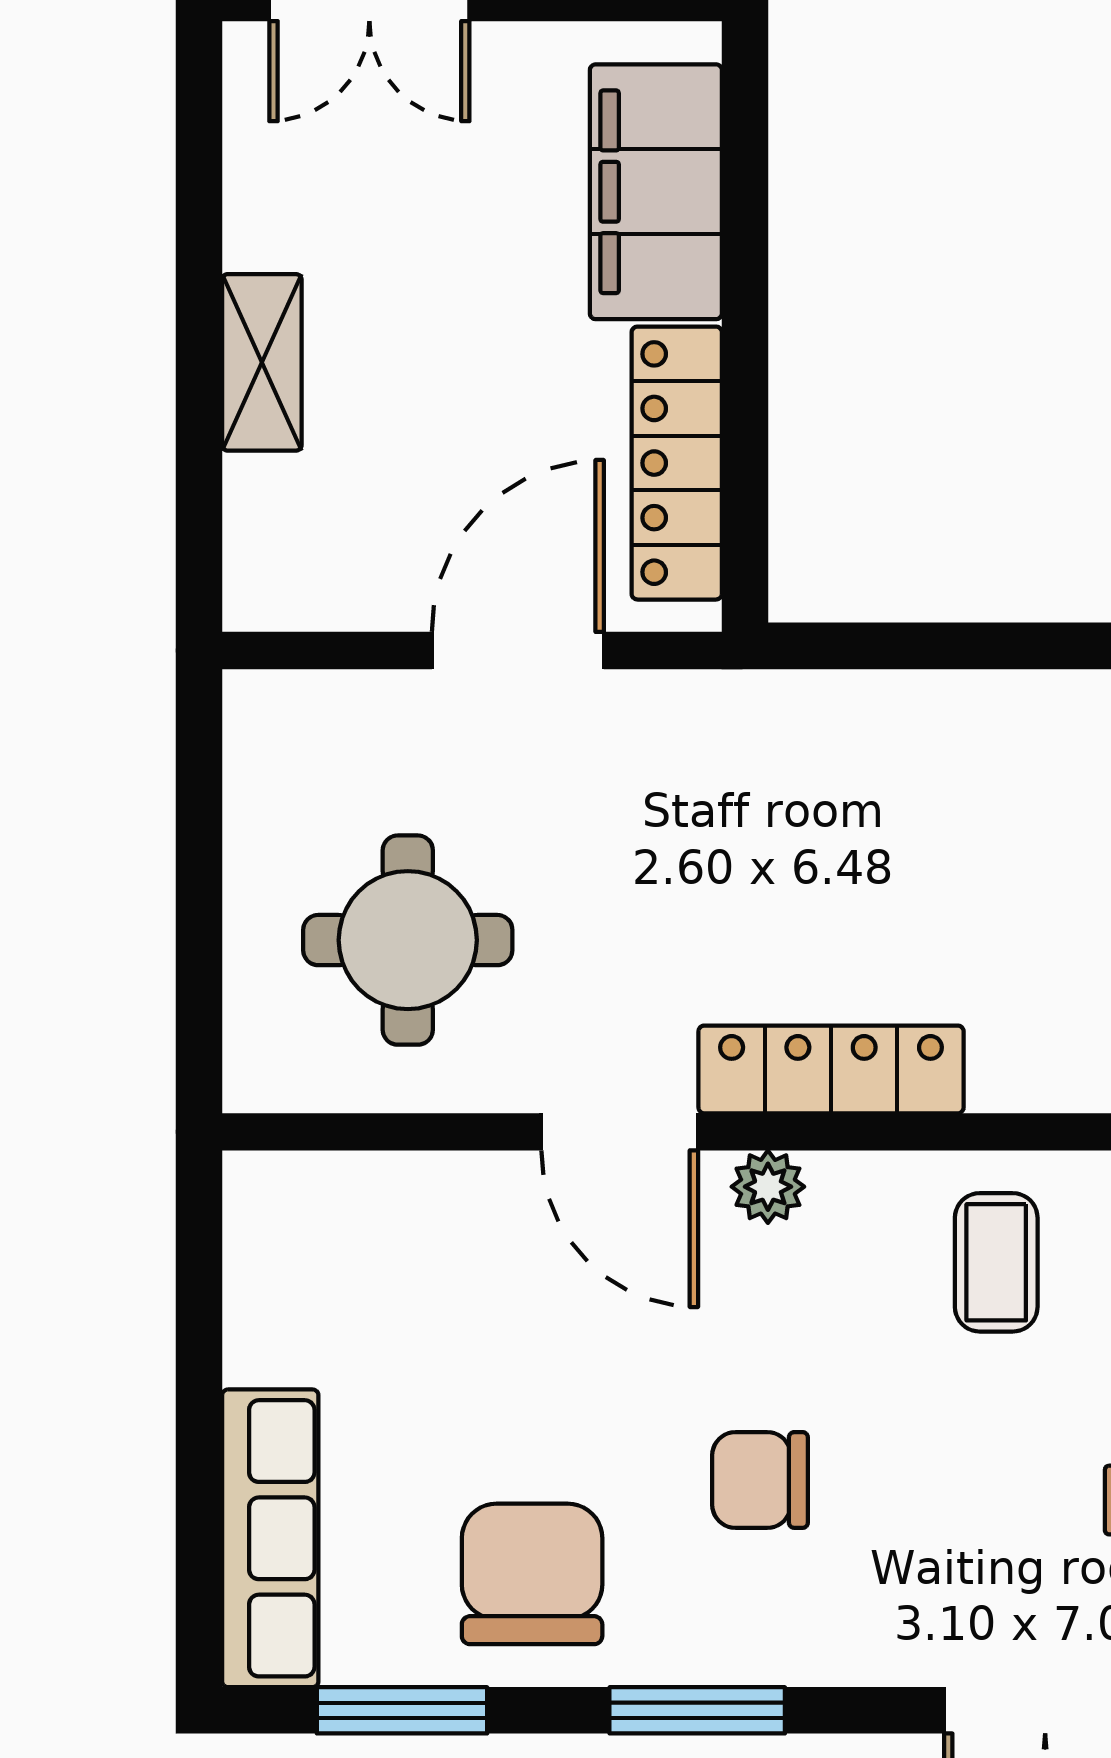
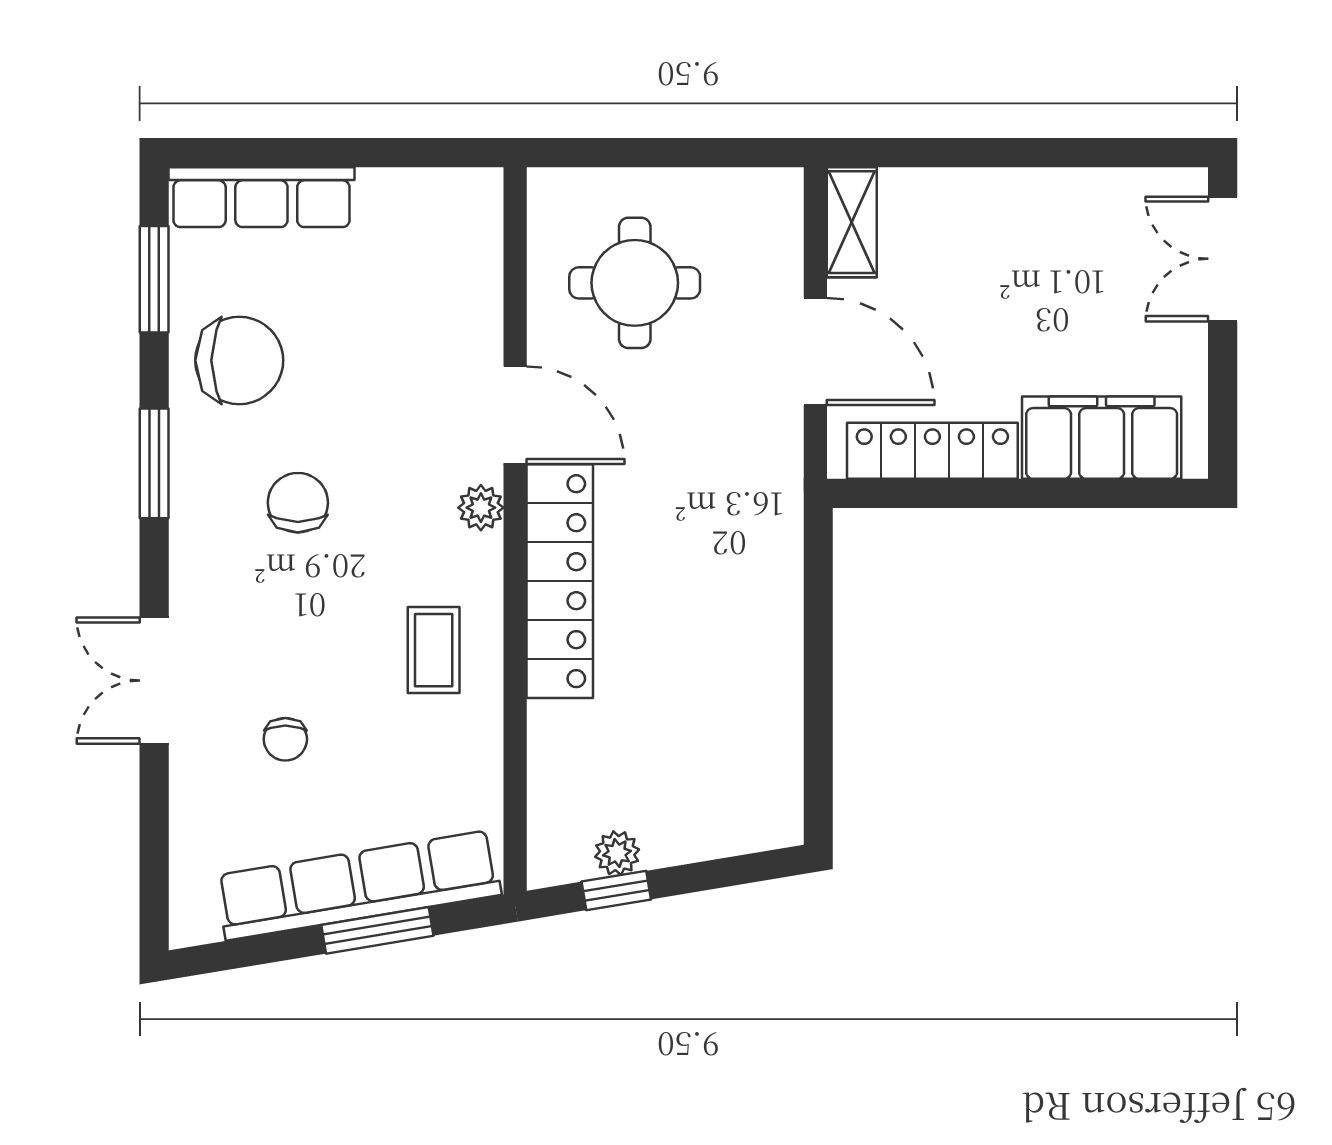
shelving: (262, 362) -> (852, 222), moved, turned 90
locker: (831, 1069) -> (560, 581), width x1.41, depth x1.21
door: (620, 1132) -> (515, 415), swing flipped
coffee table: (996, 1262) -> (434, 650), turned 90

